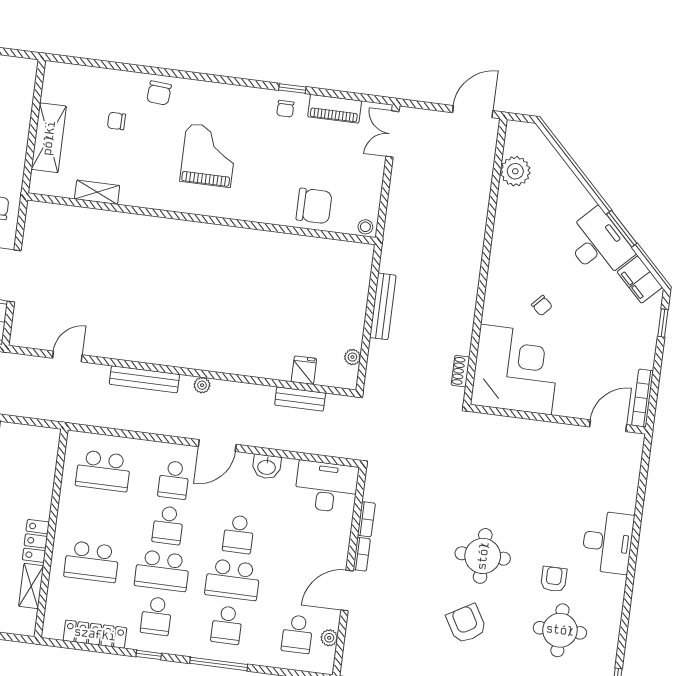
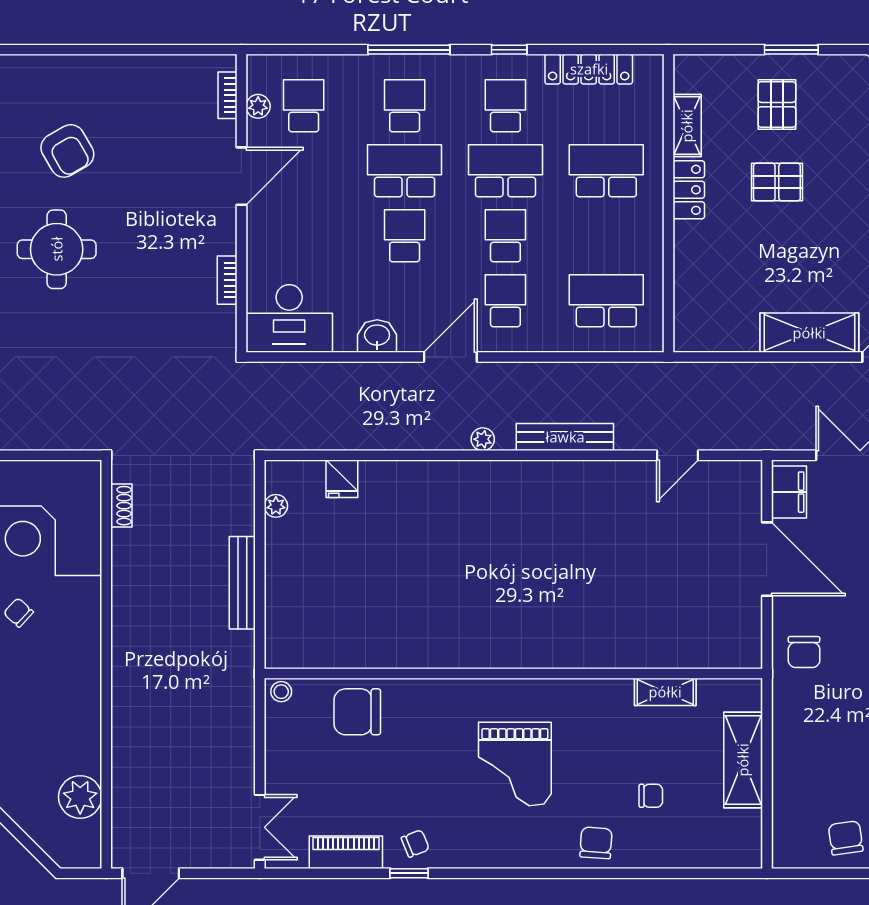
chair: (285, 109) -> (415, 843), turned 68
bench: (300, 399) -> (342, 437), removed
bookcase: (362, 554) -> (227, 95), moved

